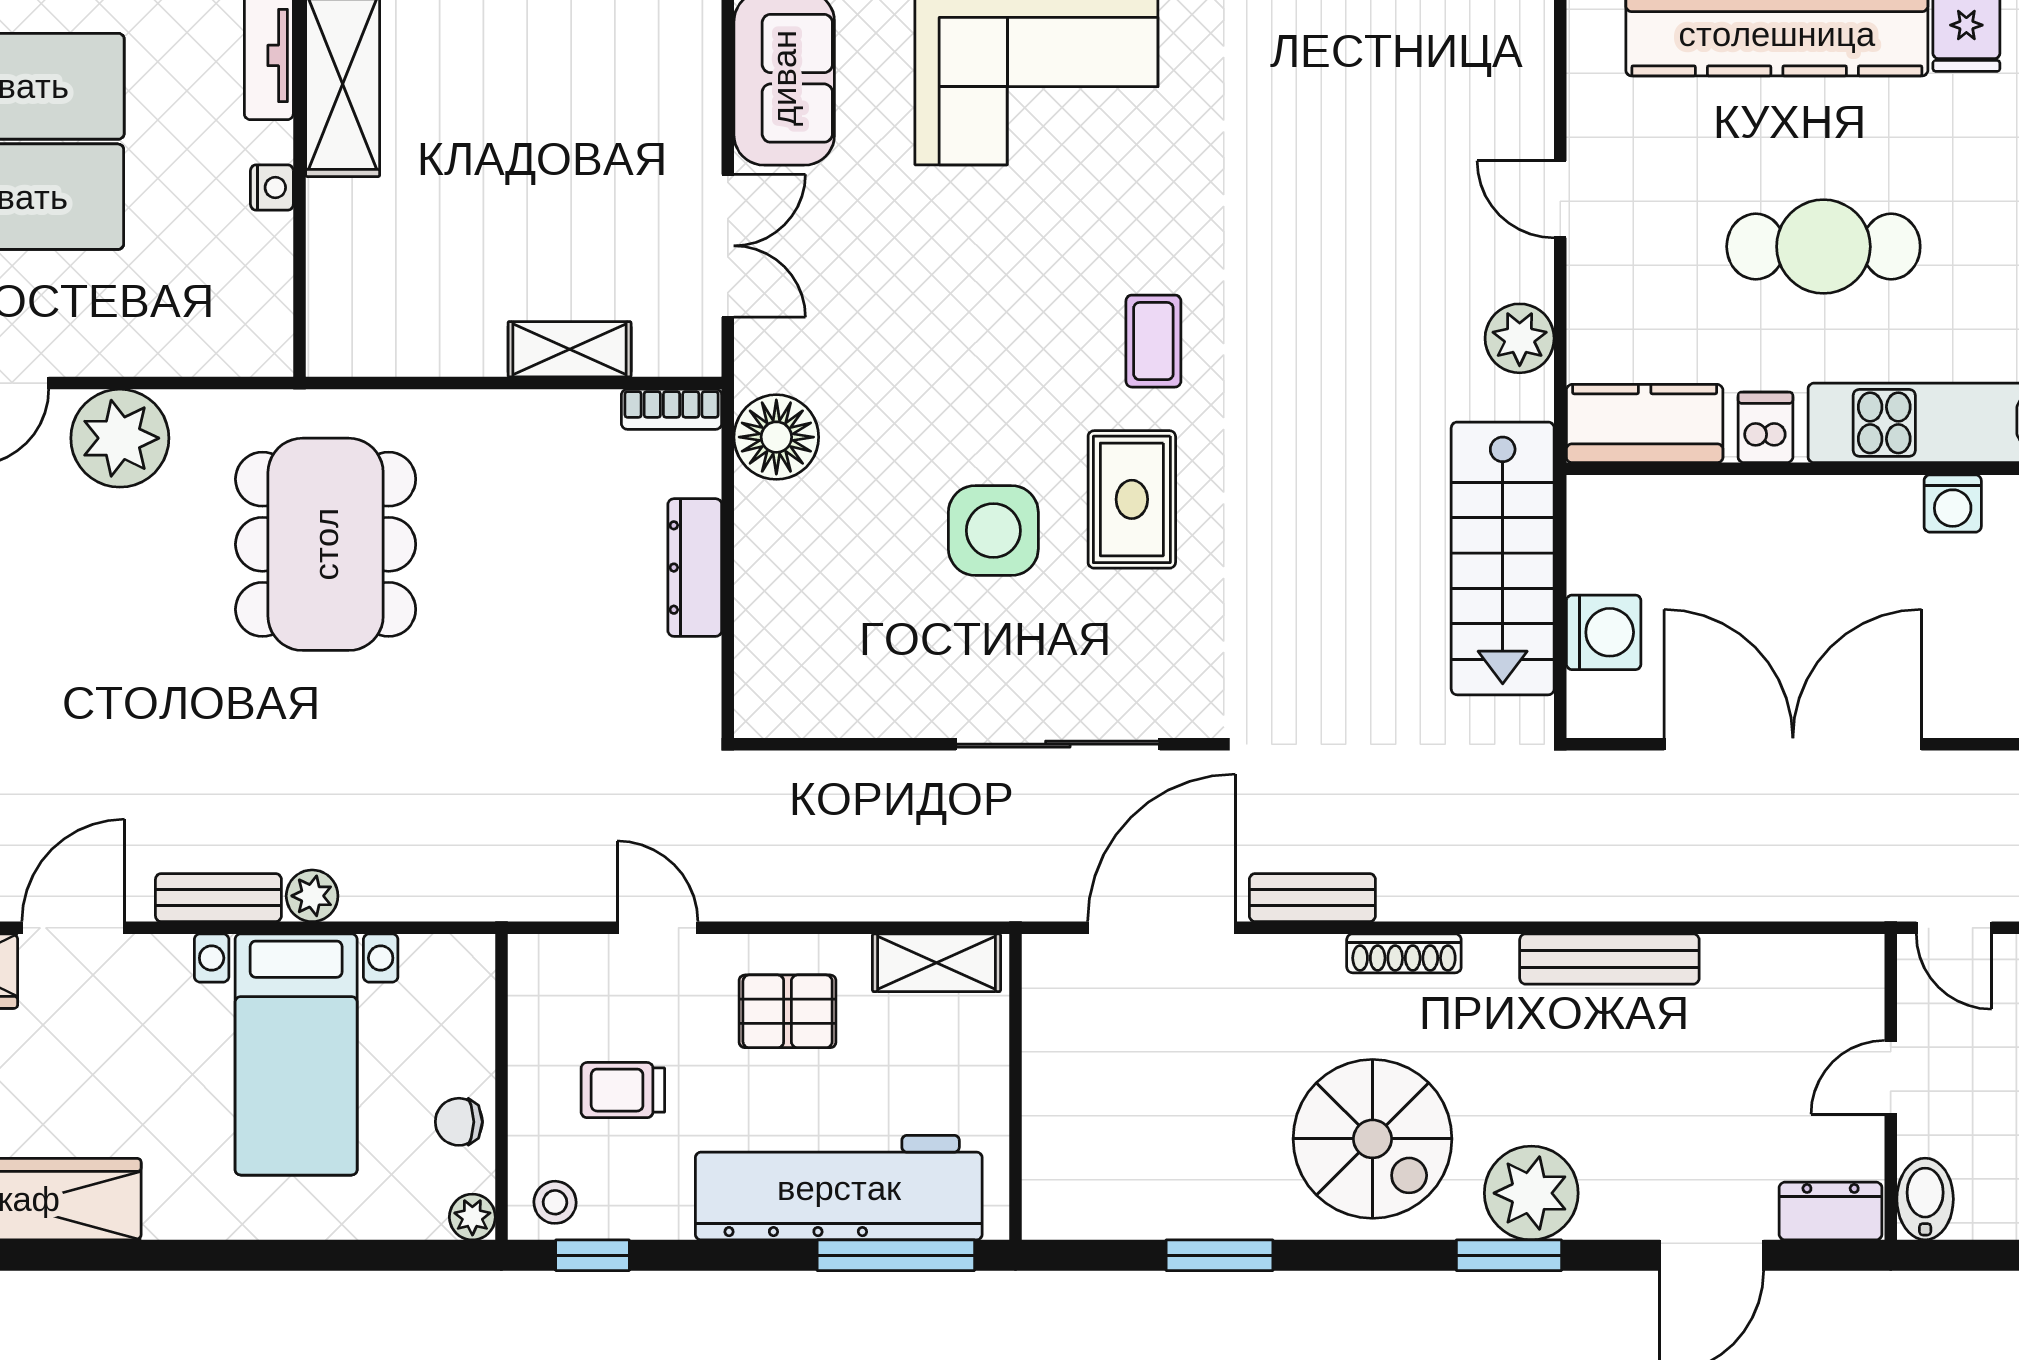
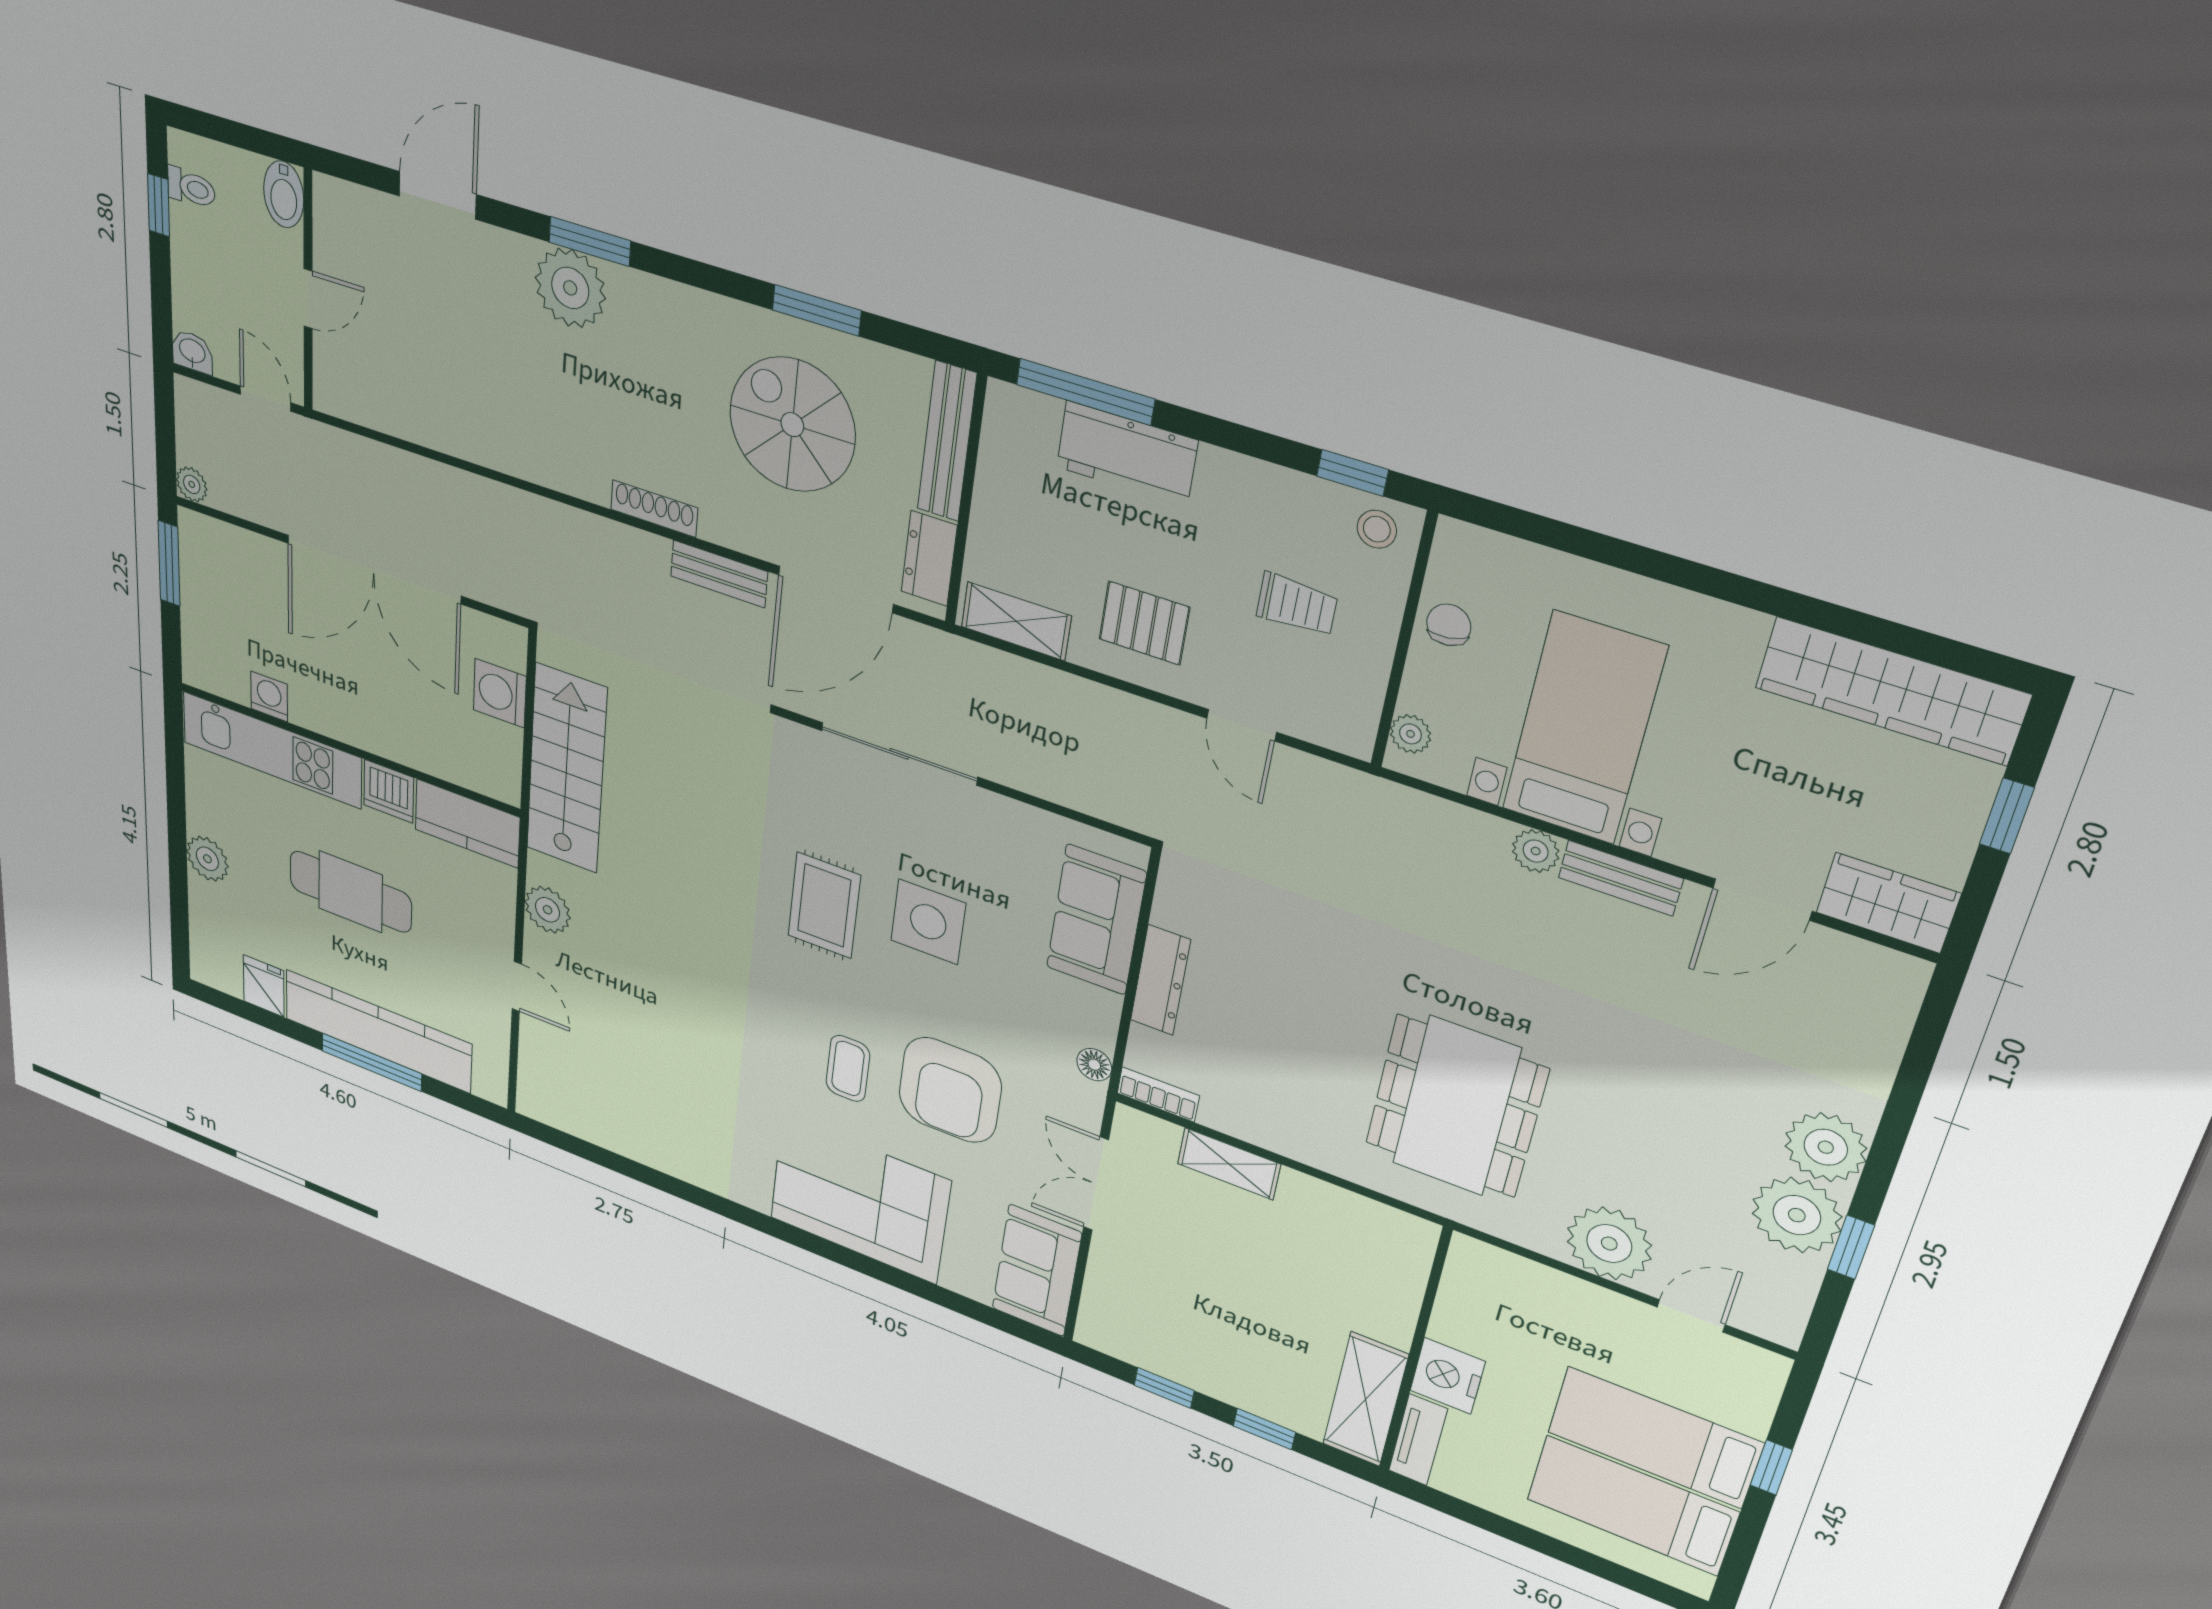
nightstand: (272, 187) -> (1448, 1376), width x1.89, depth x1.79
armchair: (935, 300) -> (950, 1090), added
coffee table: (1153, 341) -> (848, 1068), moved
dishwasher: (1765, 427) -> (389, 791), width x1.38
floor lamp: (776, 437) -> (1094, 1065), width x0.53, depth x0.53
sofa: (785, 617) -> (1096, 920), added
bench: (1609, 959) -> (947, 442), moved, turned 90
chair: (459, 1122) -> (1449, 625), turned -98
spiral stairs: (1373, 1139) -> (792, 425), moved
workbench: (839, 1188) -> (1127, 454), width x0.53, depth x0.76
dresser: (1831, 1211) -> (929, 559), moved, turned 90
plant: (472, 1217) -> (1410, 734), moved

